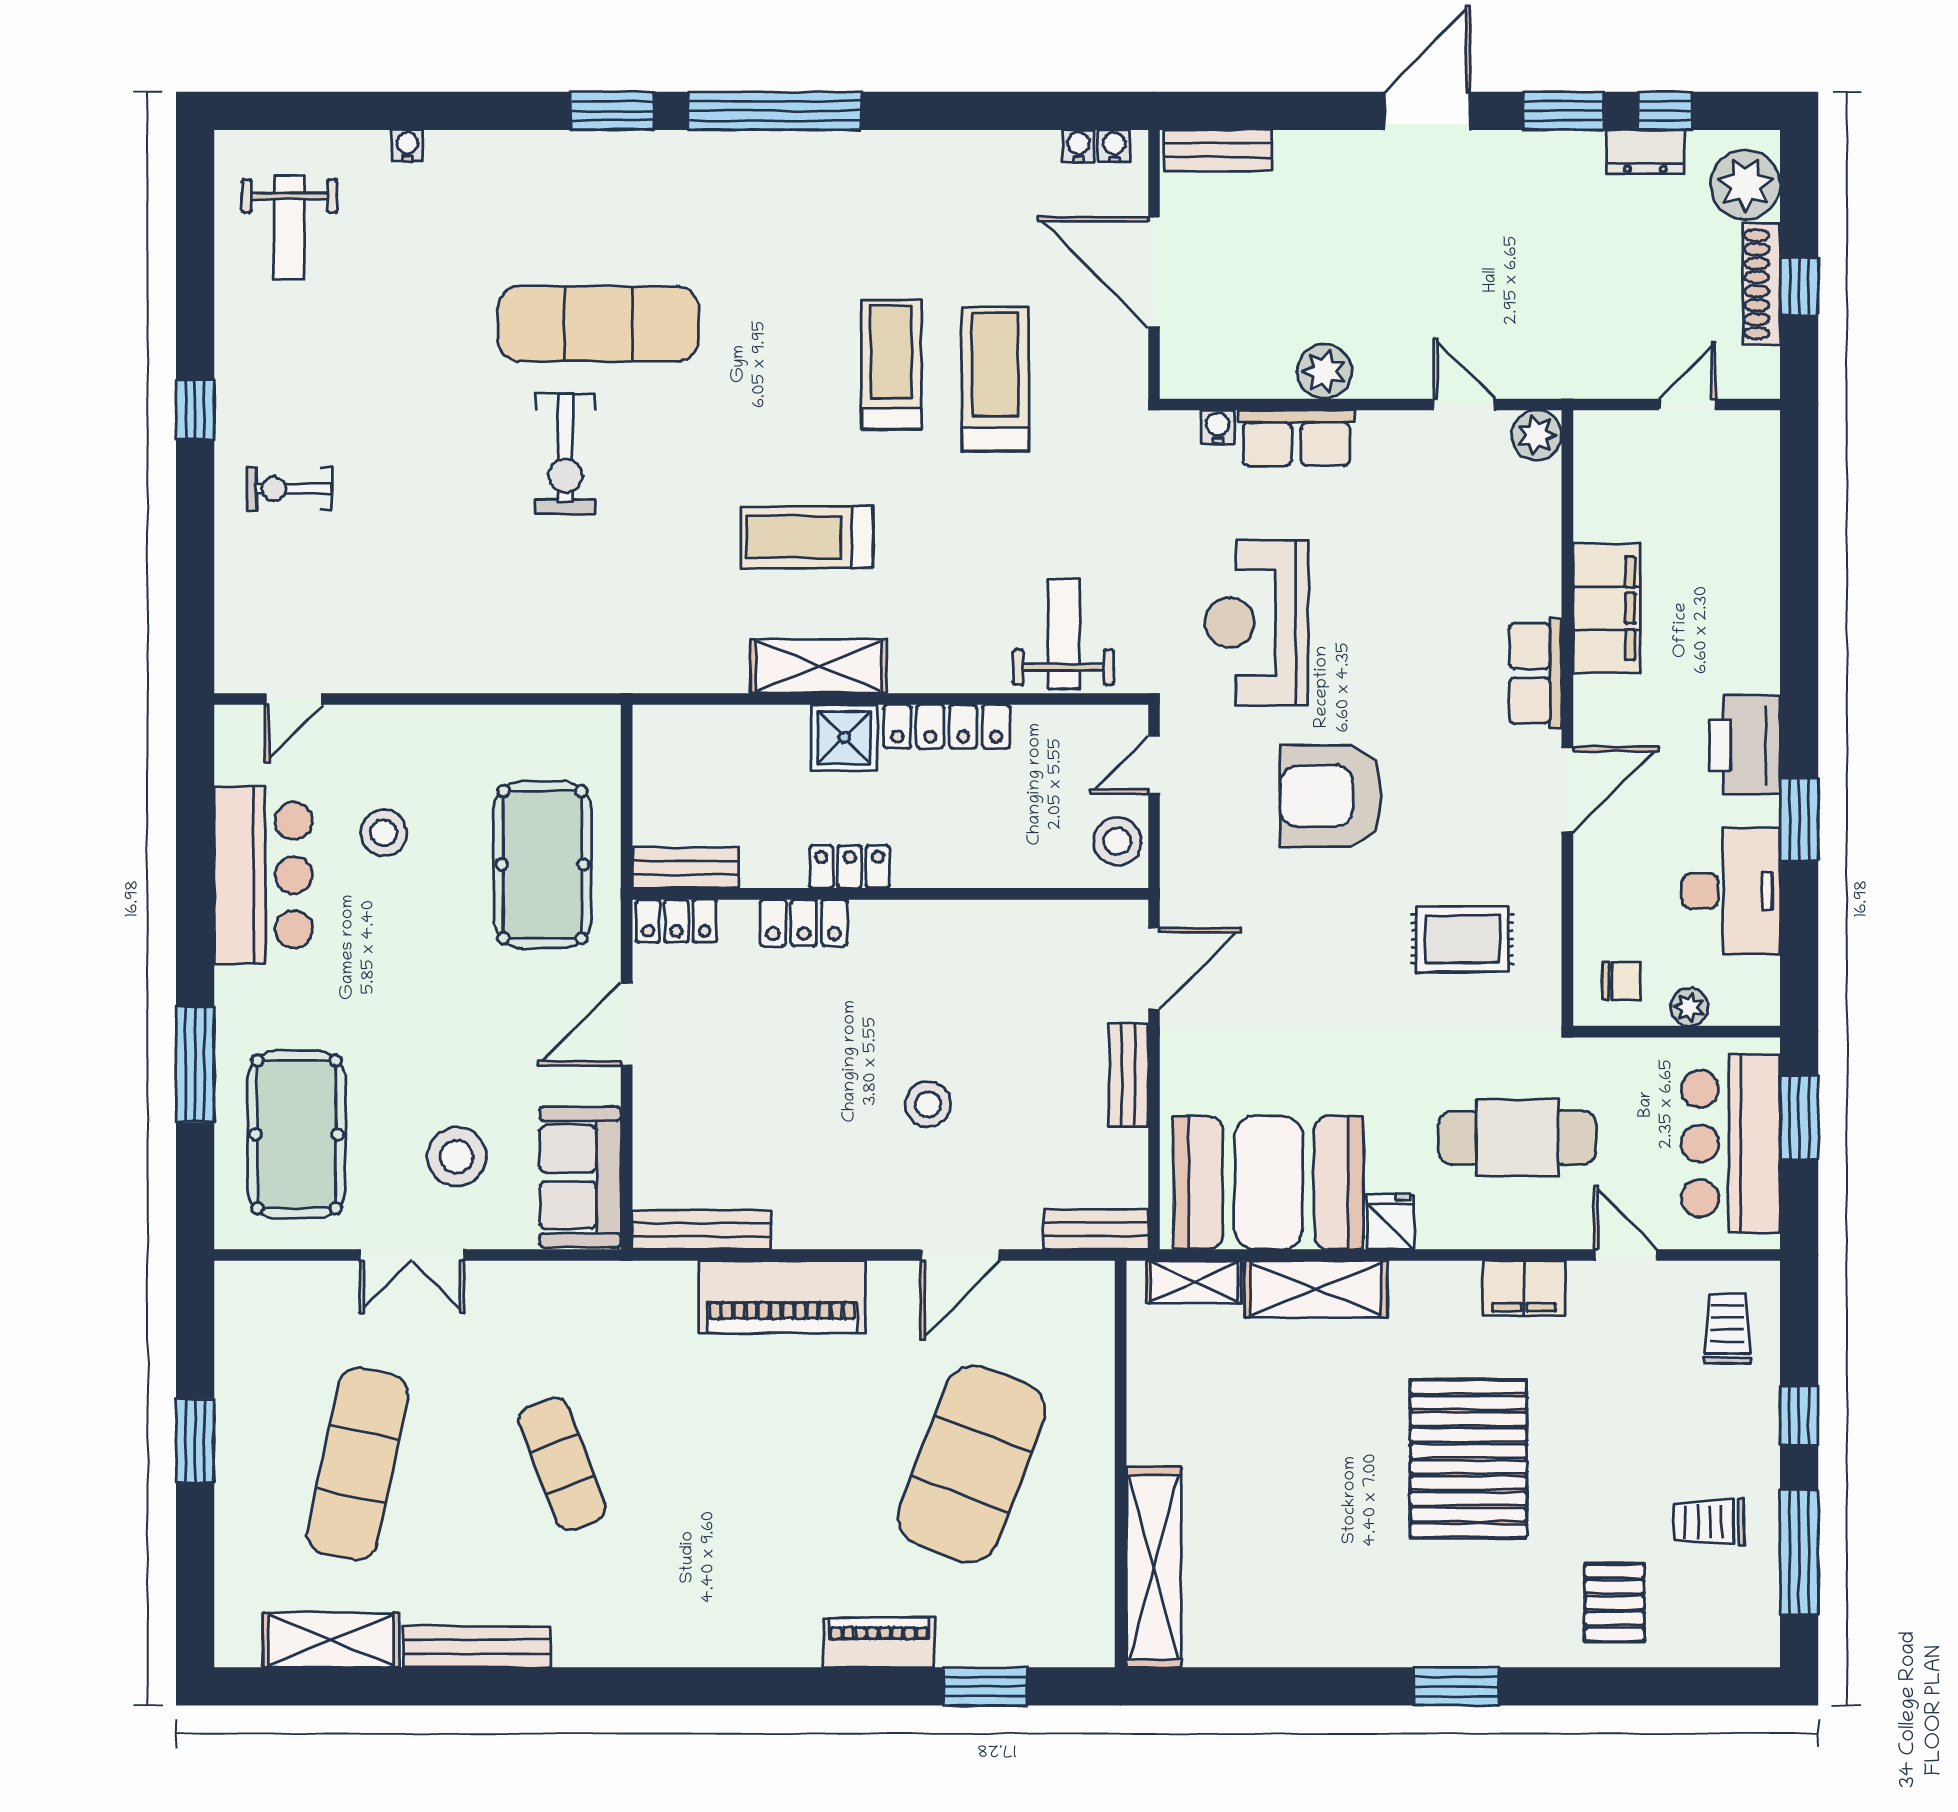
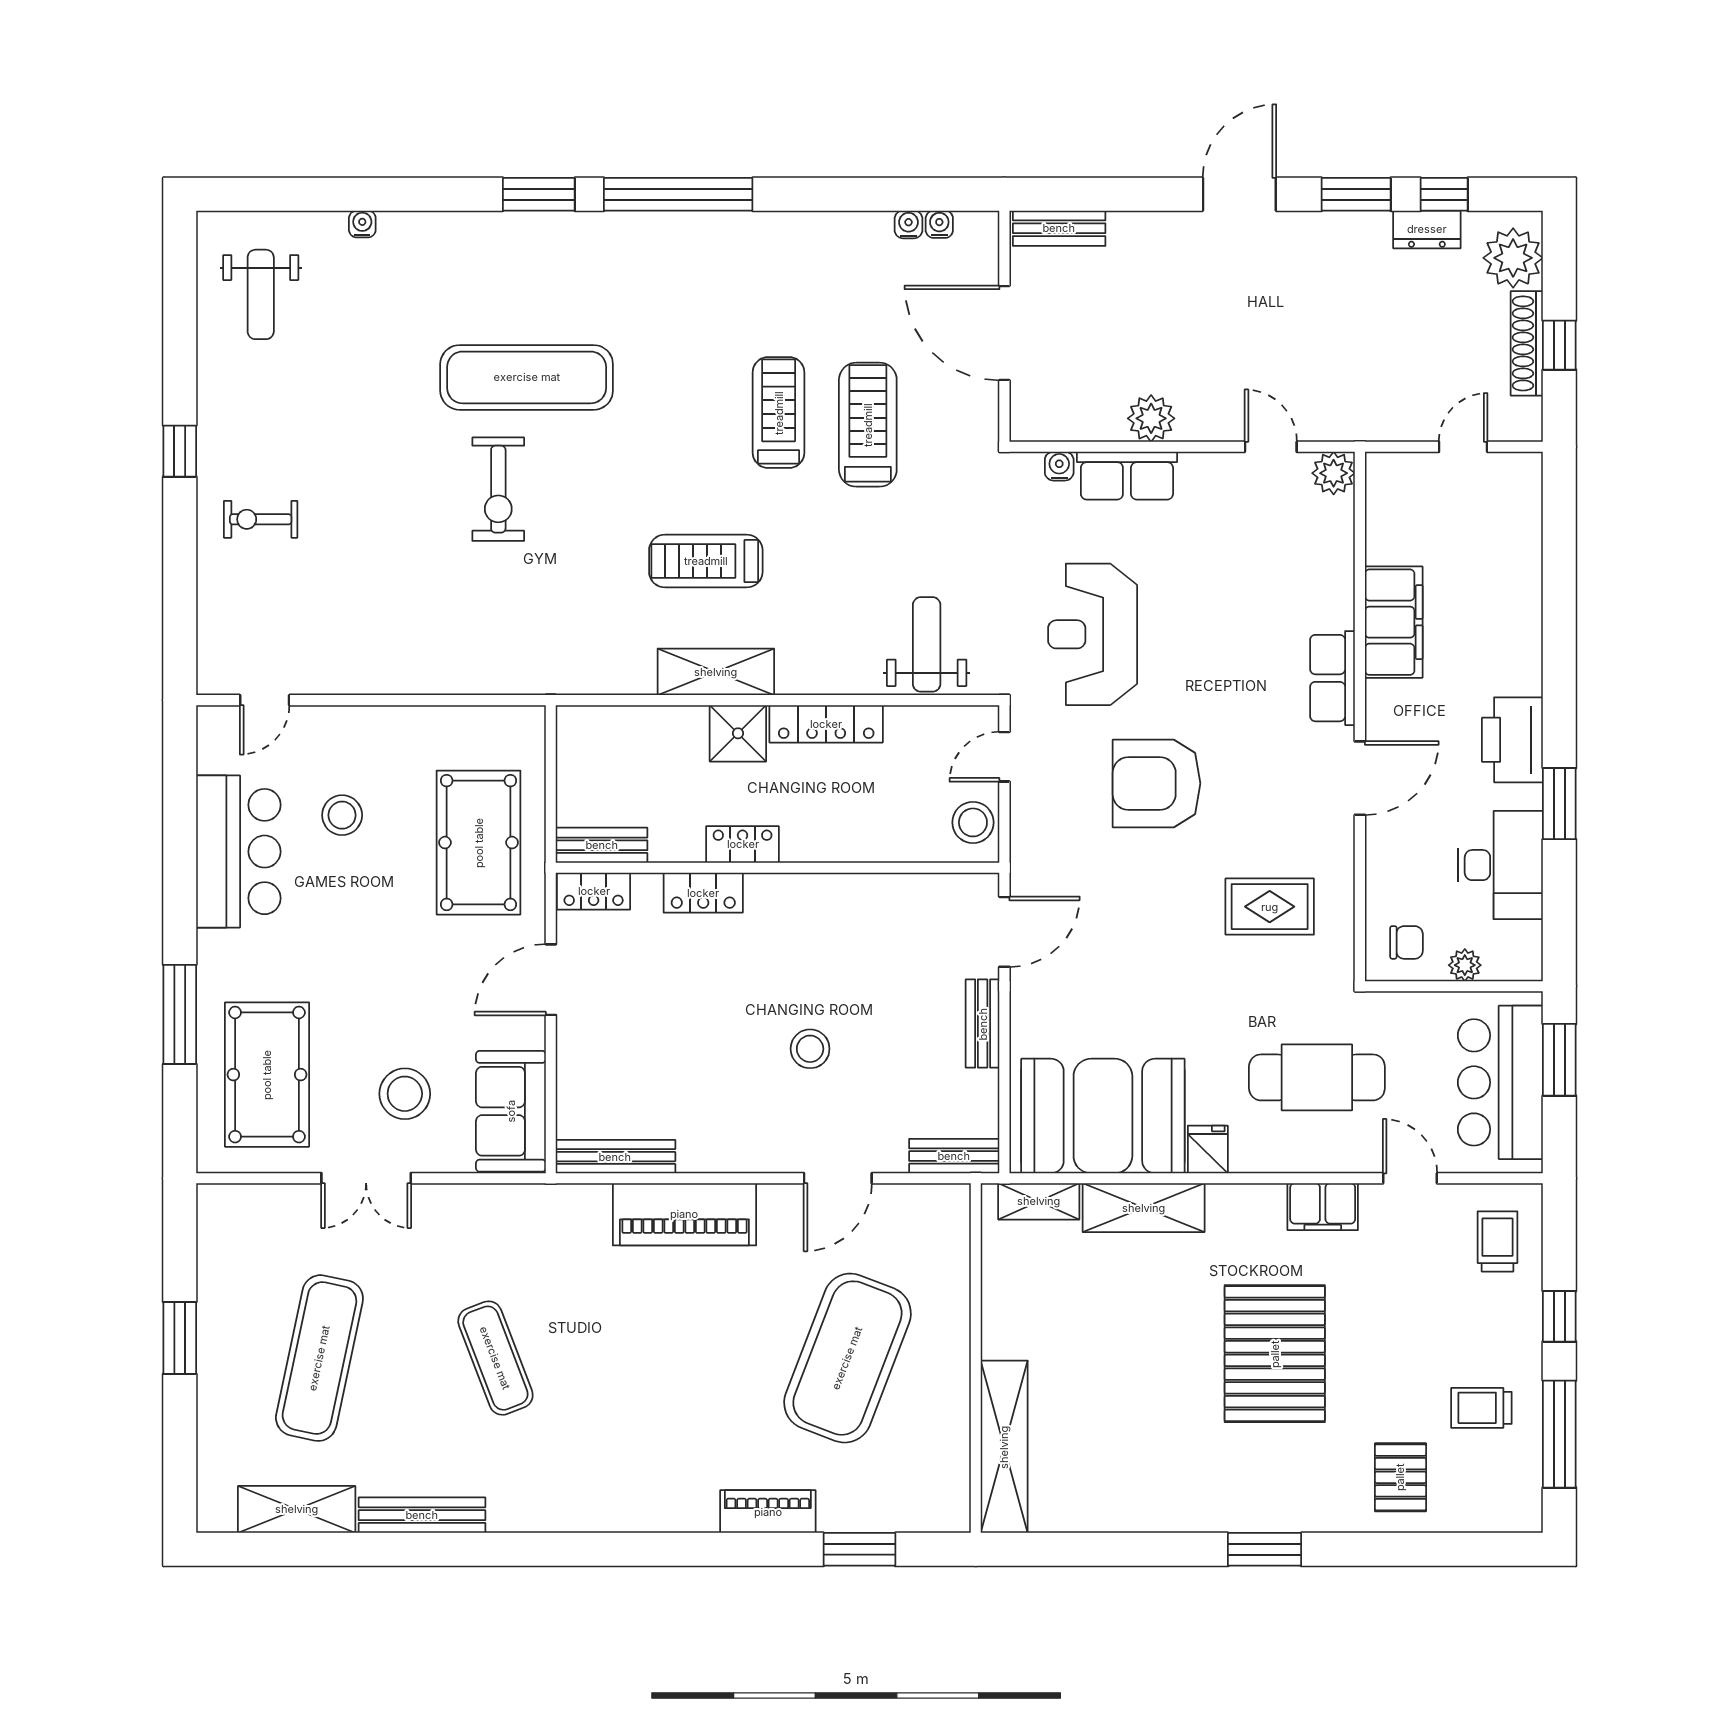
water cooler: (1114, 146) -> (908, 224), moved

